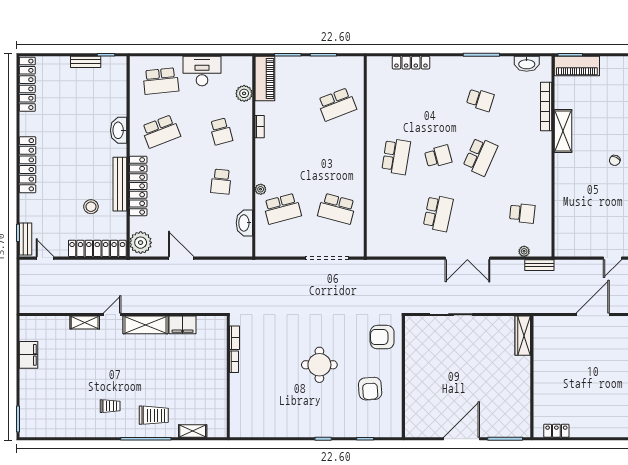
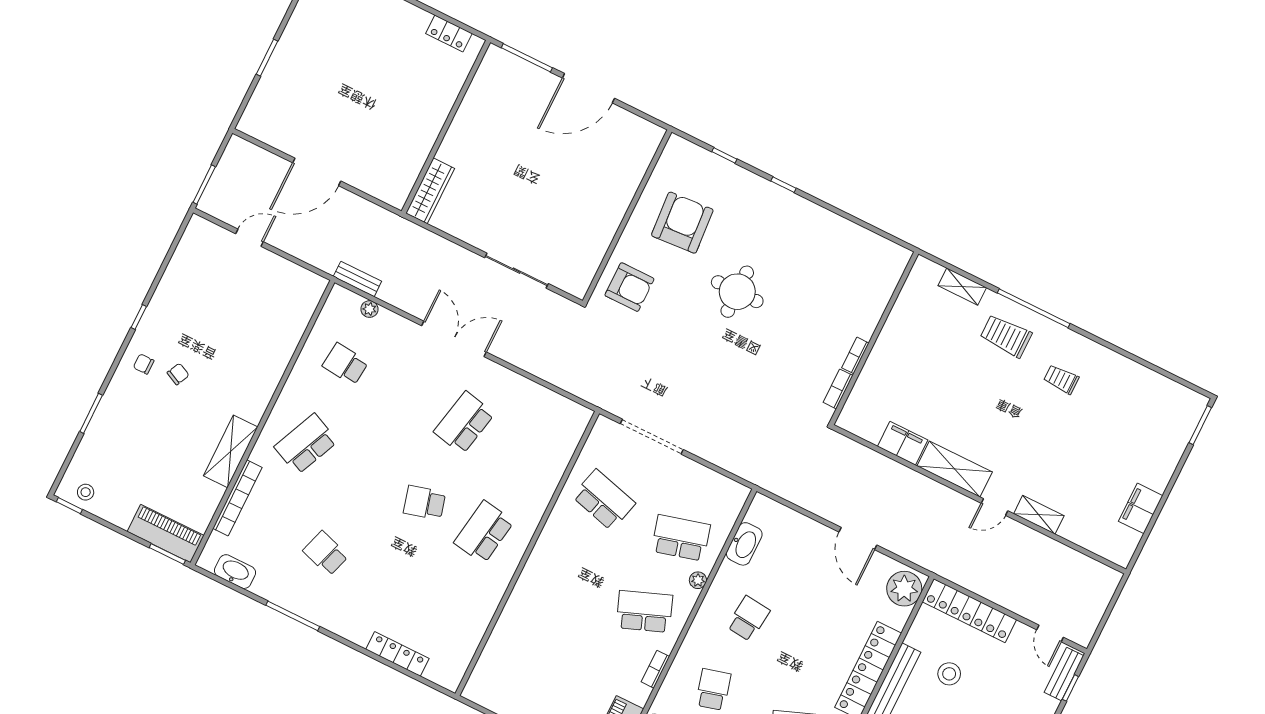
school desk: (337, 104) -> (644, 611), moved
school desk: (480, 156) -> (306, 444), moved
armchair: (370, 389) -> (682, 223), width x1.36, depth x1.36

